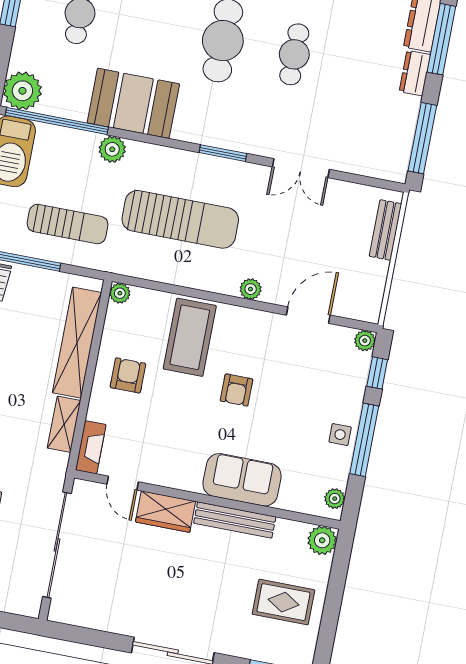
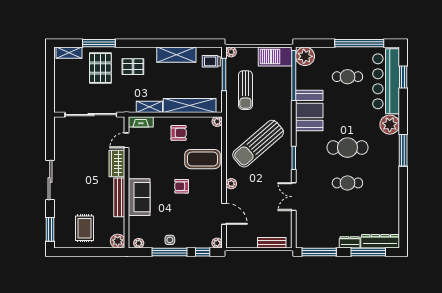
plant: (112, 149) -> (285, 105), removed
sun lounger: (180, 219) -> (258, 144), turned 49

